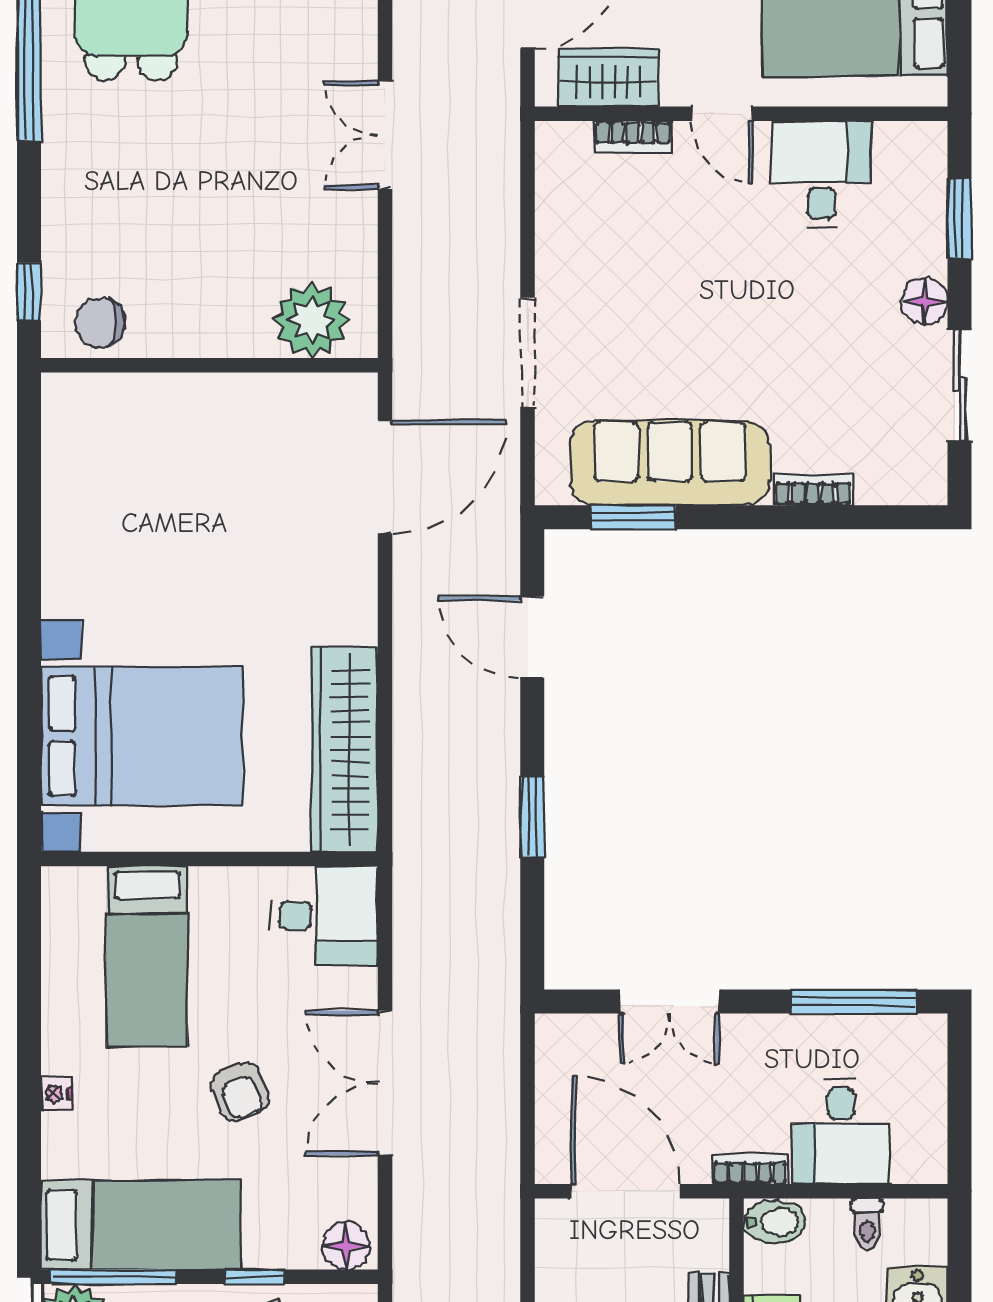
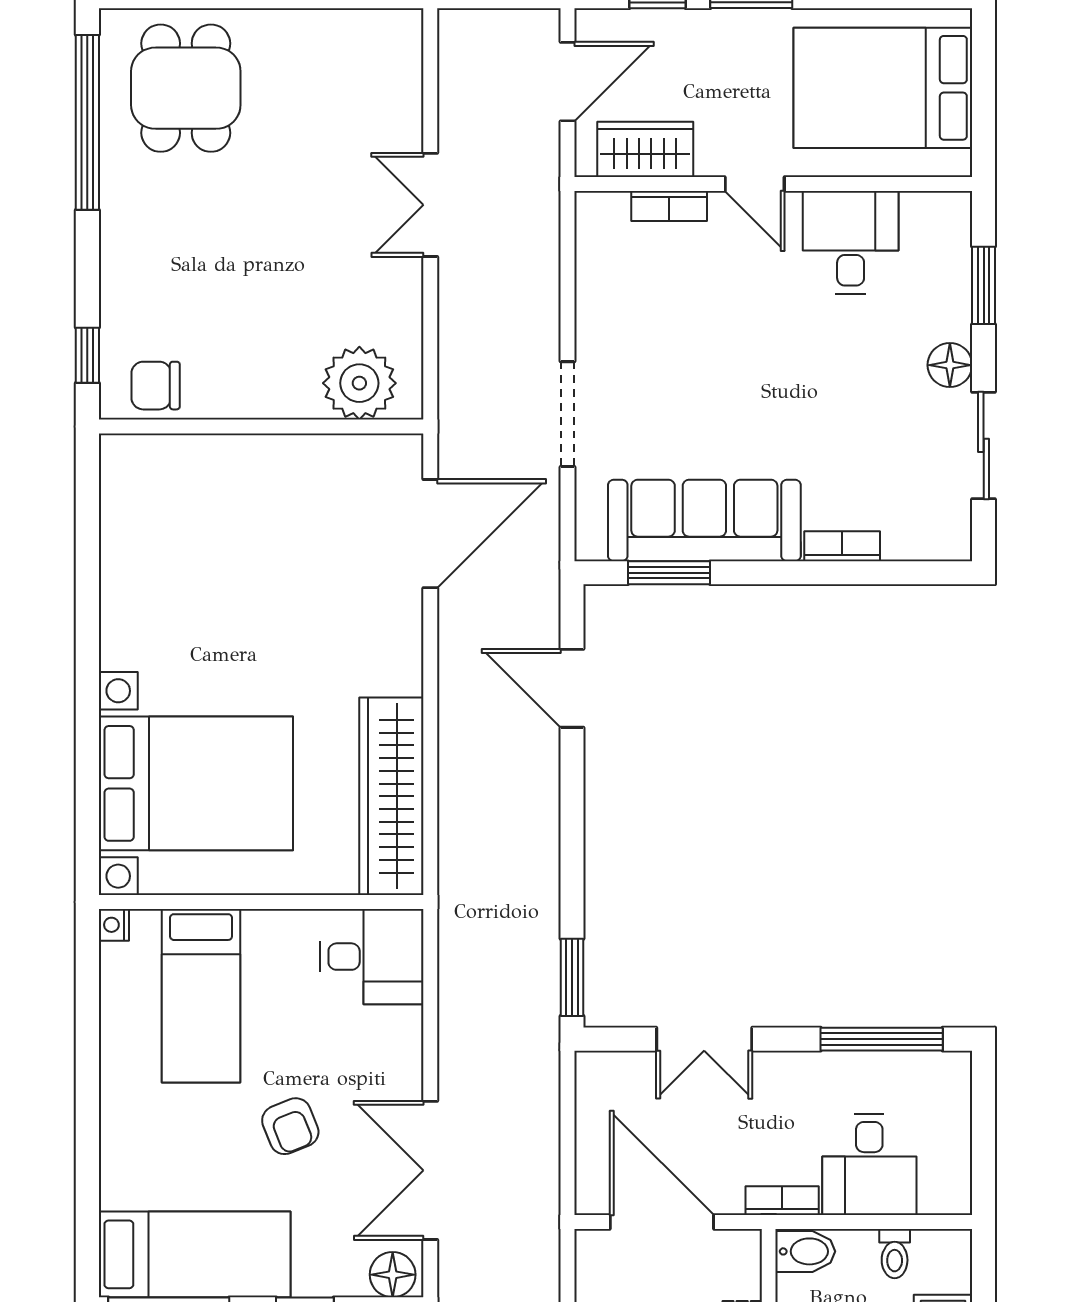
window: (532, 817) -> (572, 977), moved
double door: (385, 1083) -> (430, 1170), moved
nightstand: (57, 1094) -> (114, 925), moved

